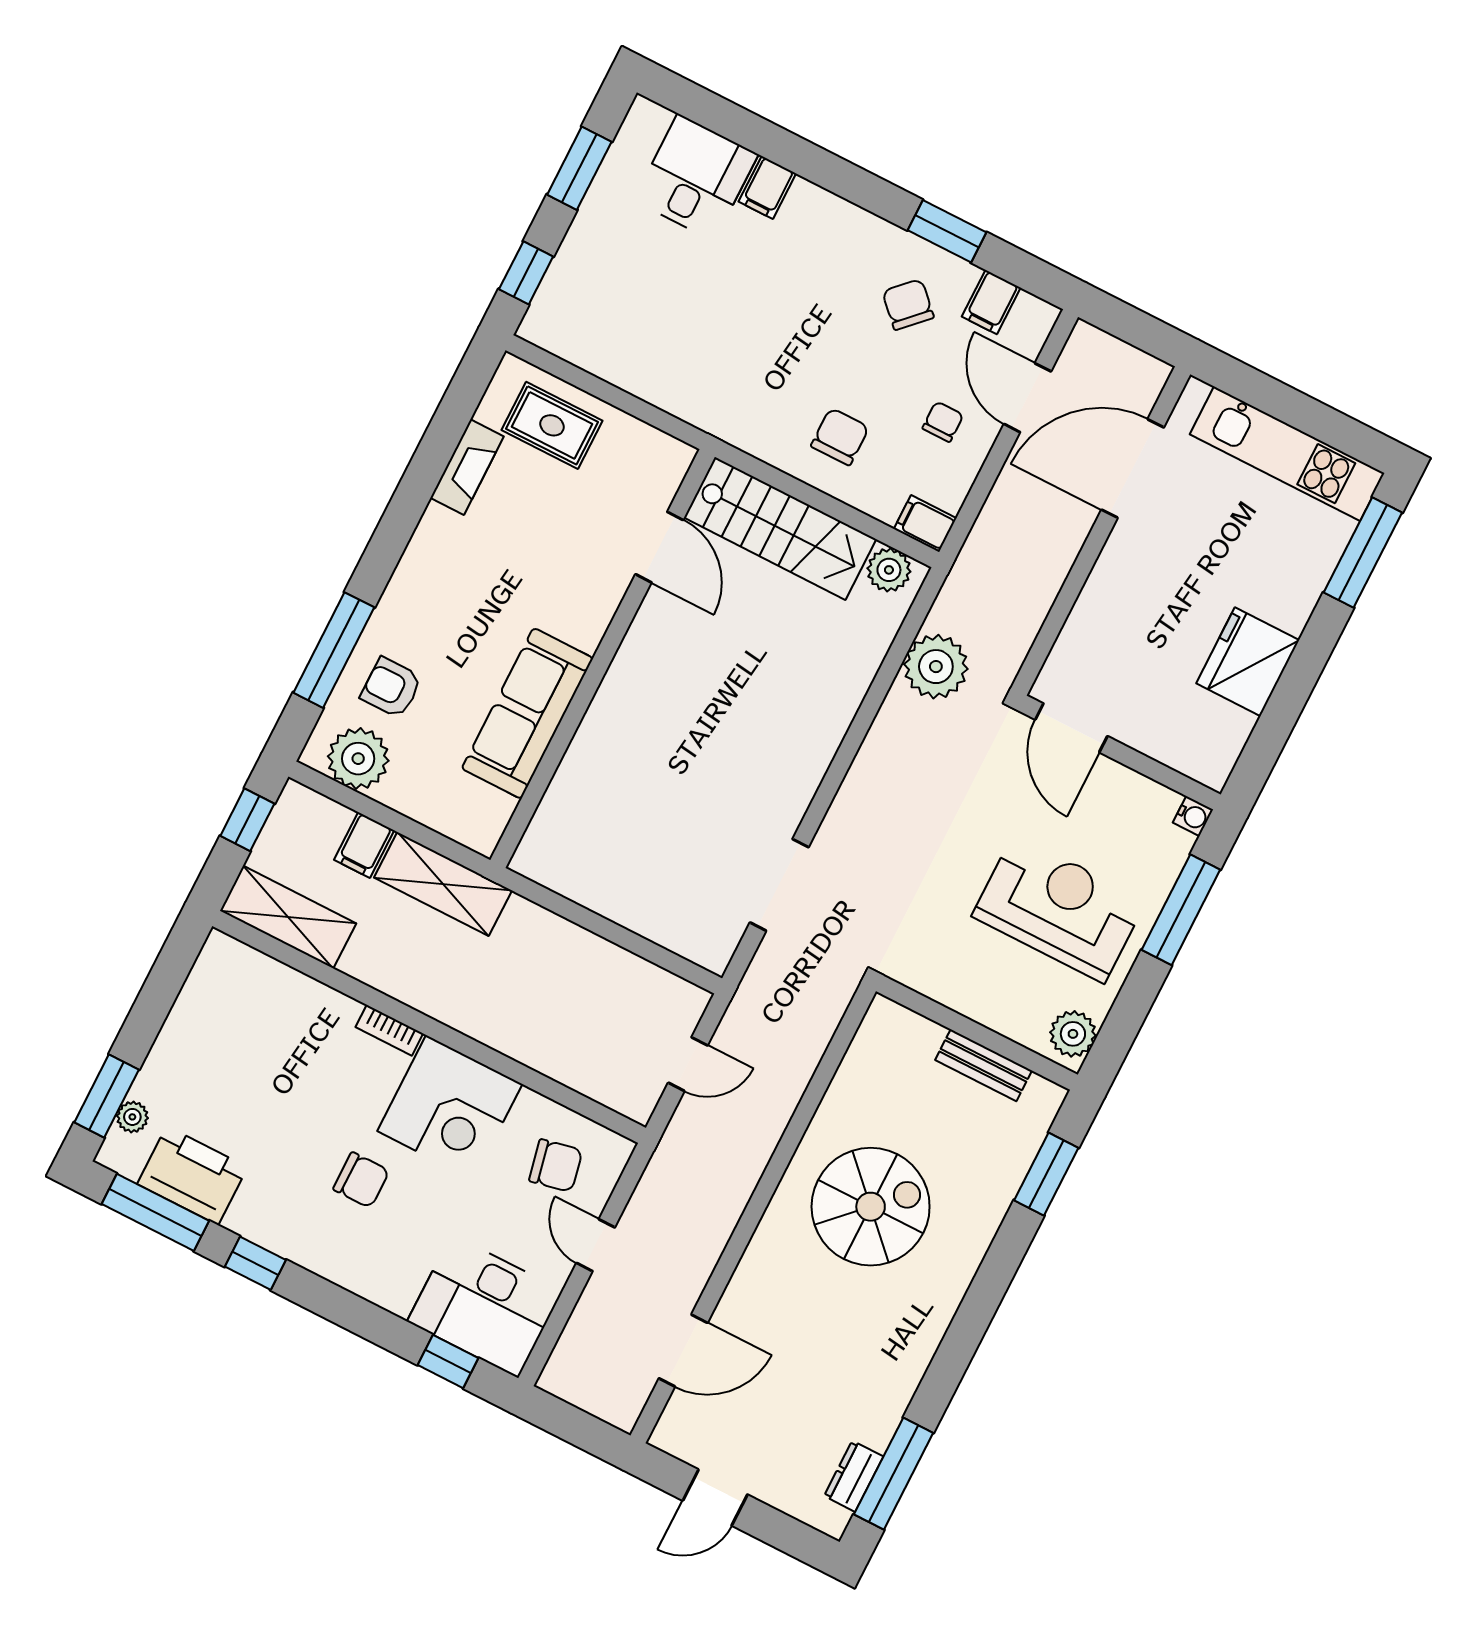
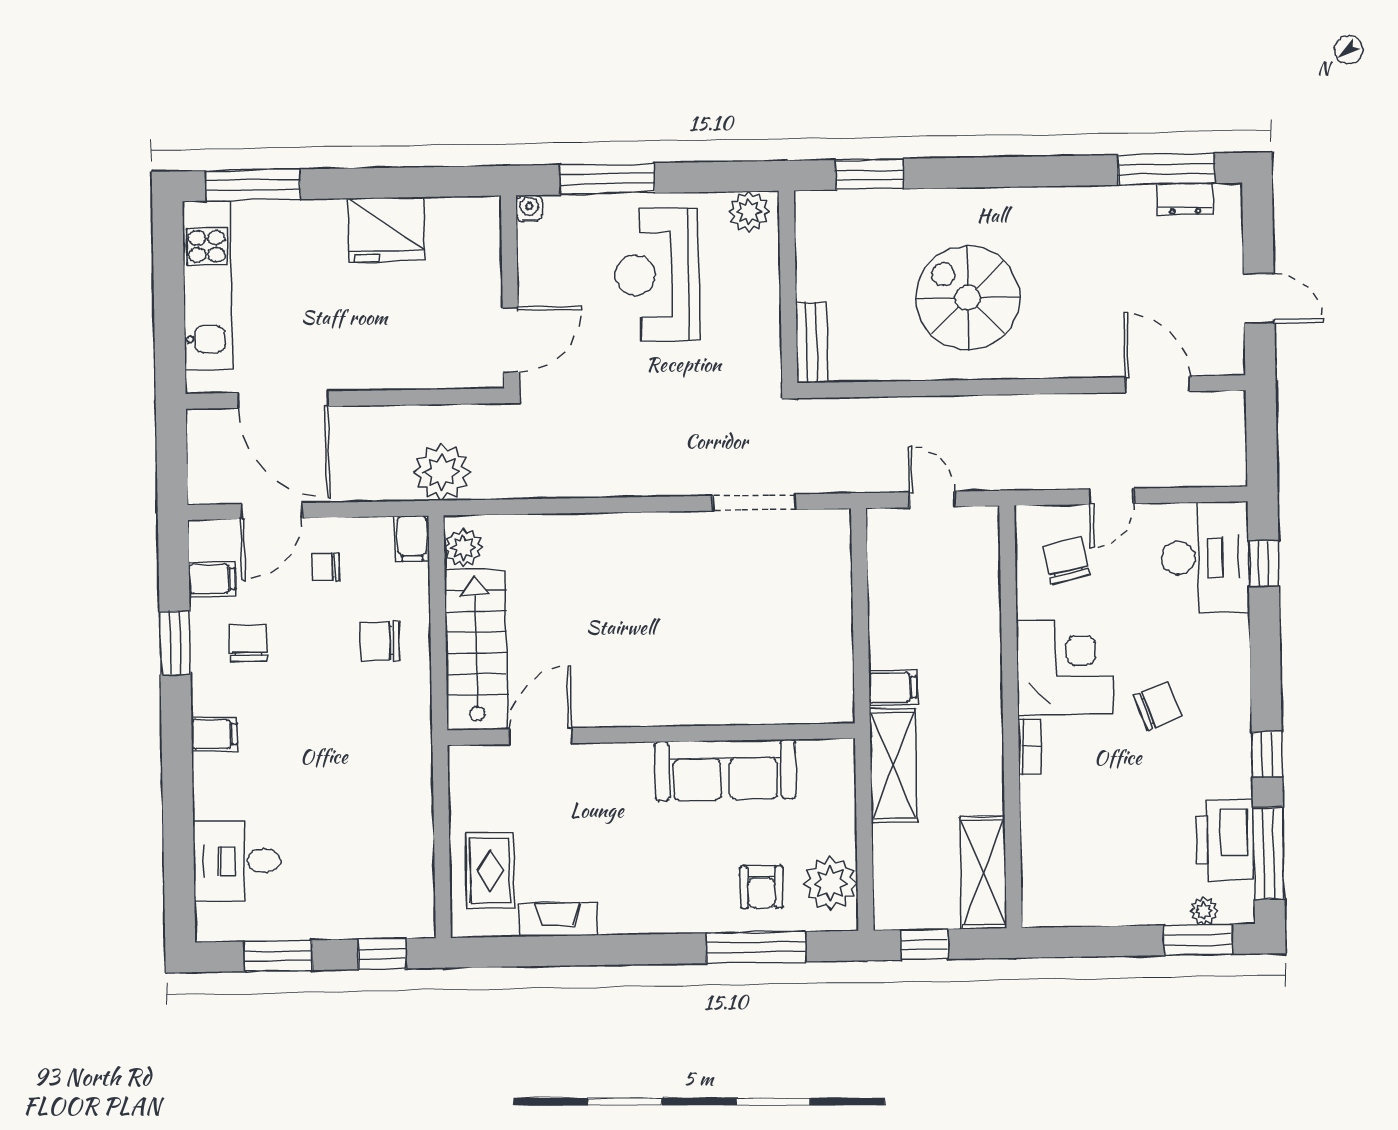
filing cabinet: (767, 187) -> (214, 734), moved
chair: (908, 304) -> (248, 643), turned 135
plant: (936, 667) -> (442, 472), moved
filing cabinet: (364, 845) -> (893, 688), moved
bench: (984, 1065) -> (812, 343), moved
chair: (361, 1180) -> (1158, 706), turned 70

